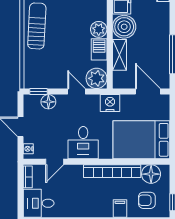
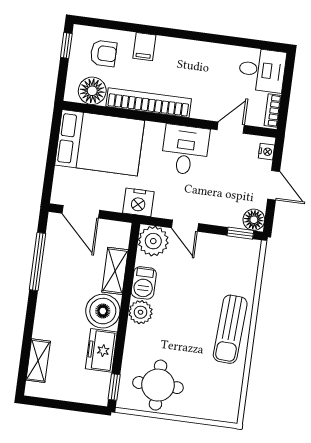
floor lamp: (48, 102) -> (254, 220), moved

